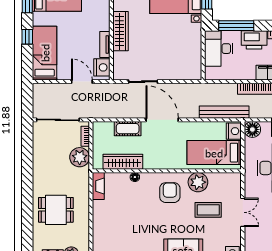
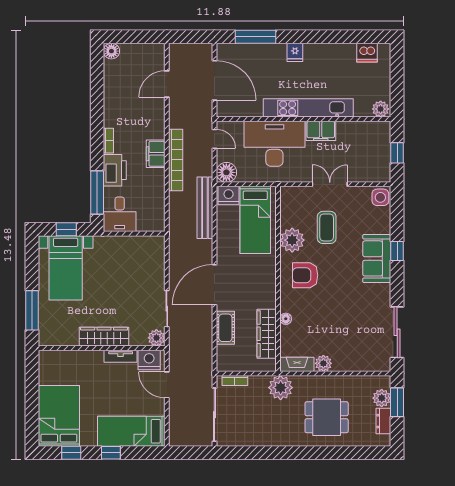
desk: (219, 49) -> (120, 214), width x0.73
plant: (120, 73) -> (156, 338), added
door: (82, 82) -> (167, 385), hinge flipped
plant: (80, 157) -> (281, 388), moved
plant: (99, 207) -> (323, 363), added
dining table: (56, 210) -> (327, 417), turned 90

